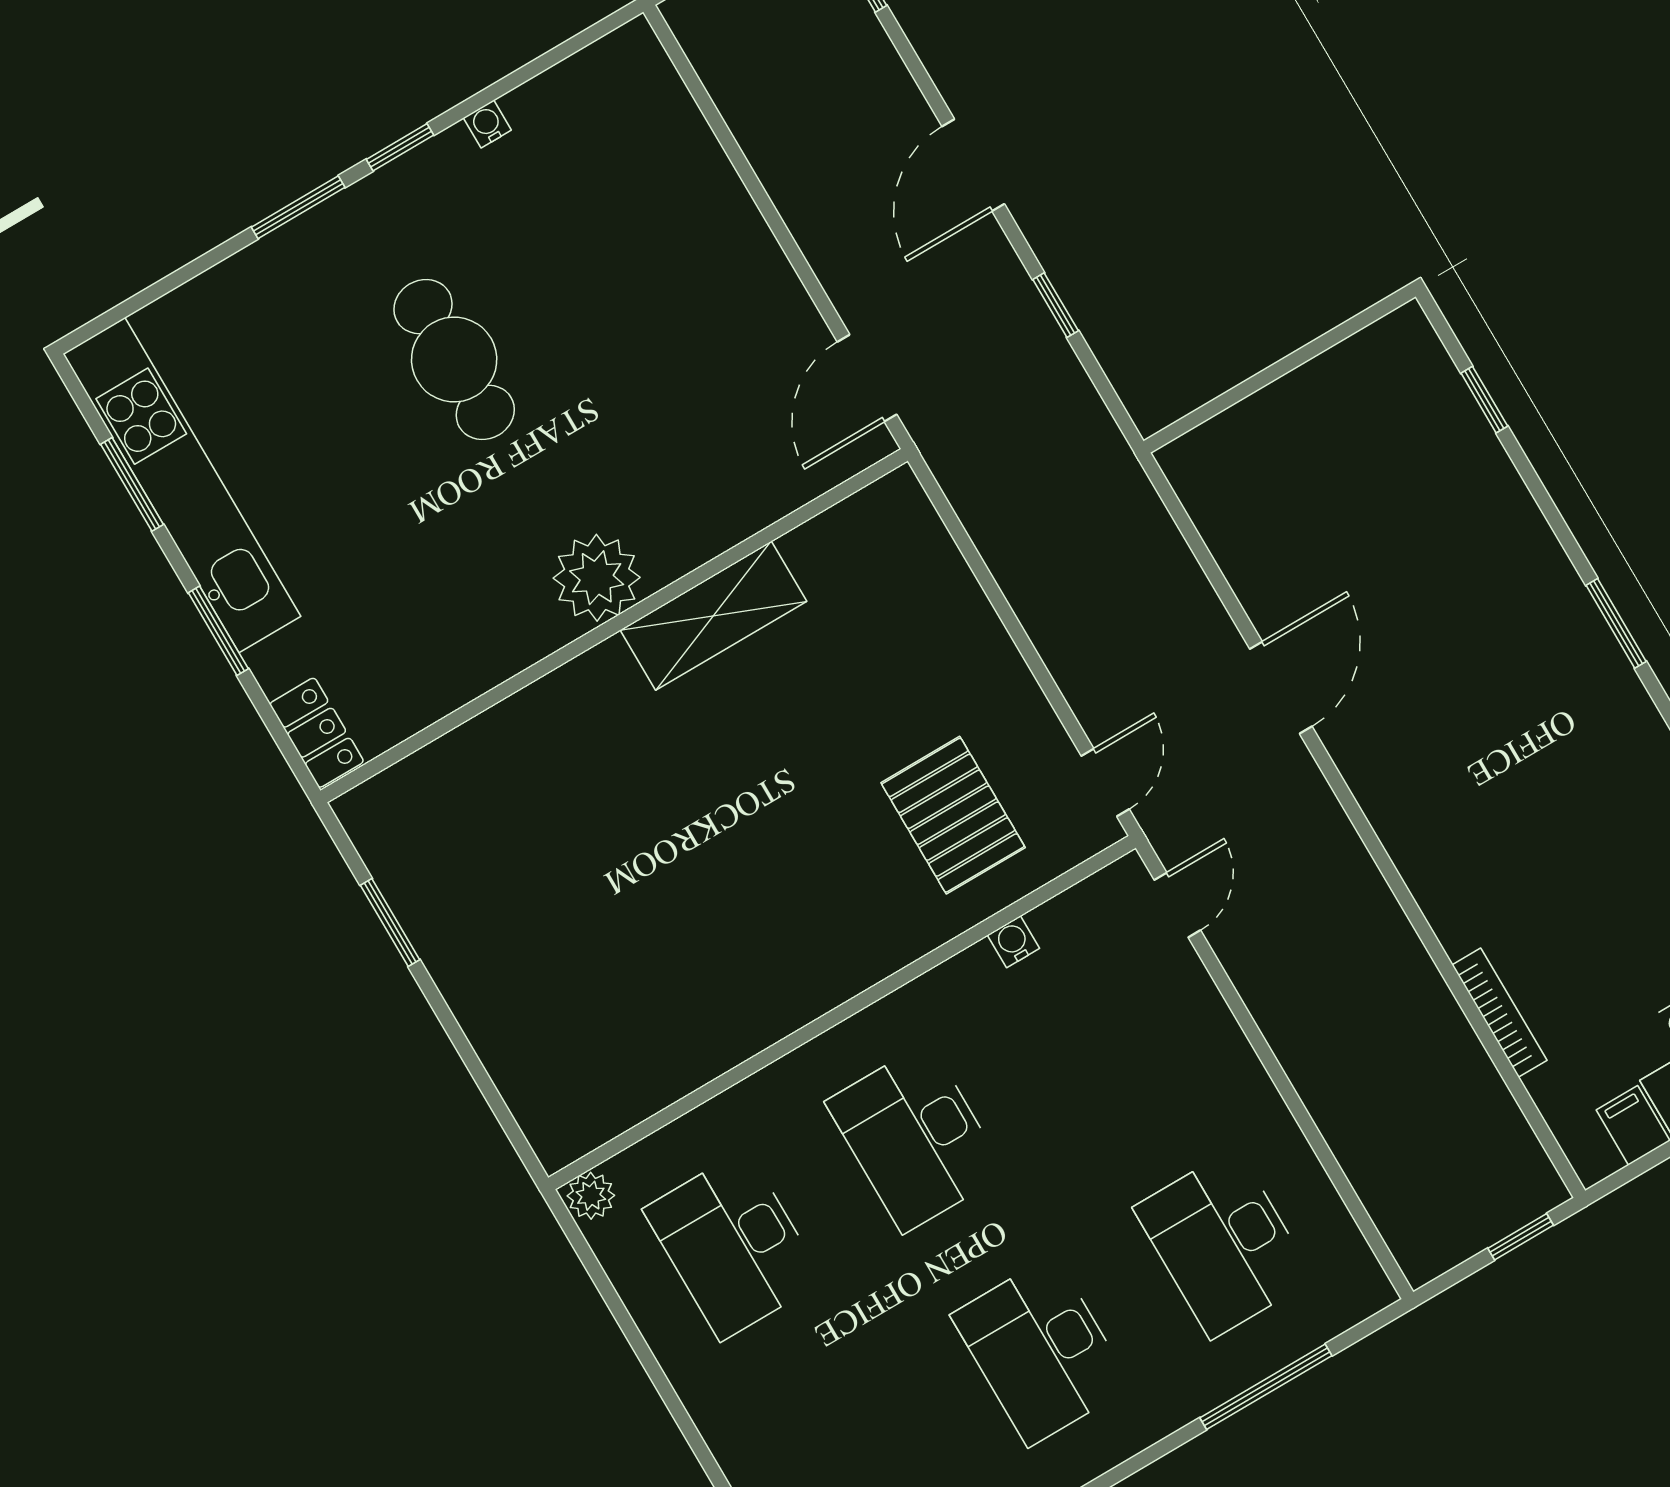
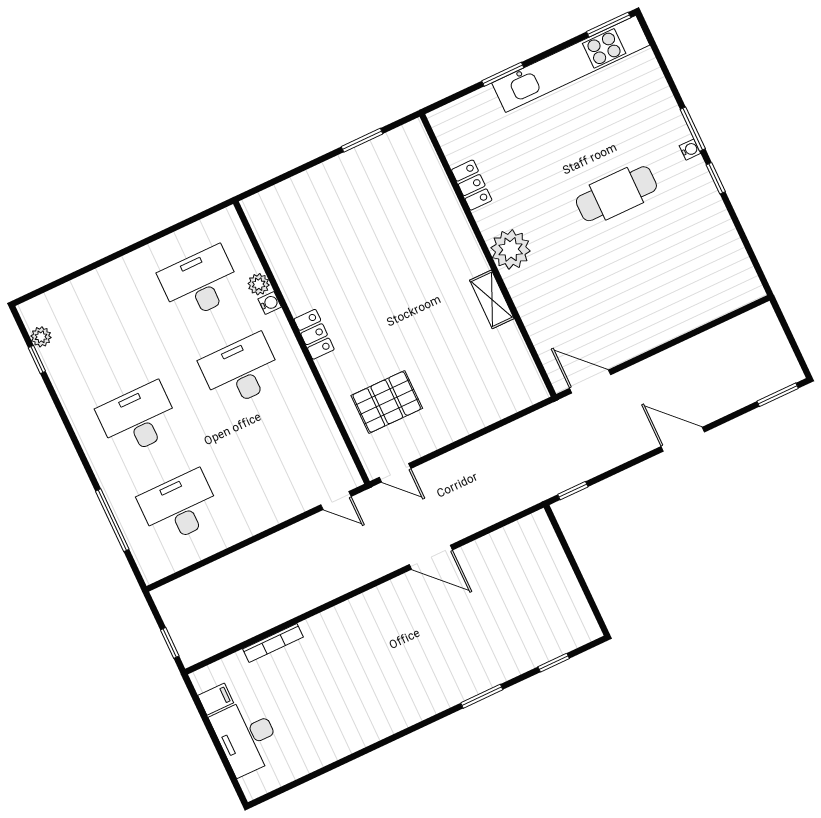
water cooler: (487, 124) -> (690, 150), moved
window: (1056, 305) -> (573, 491), moved
window: (132, 484) -> (609, 25), moved
shelving: (713, 616) -> (492, 299), width x0.67, depth x0.75
window: (1616, 623) -> (482, 696), moved
locker: (317, 733) -> (472, 185), moved, turned -90
water cooler: (1013, 942) -> (270, 303), moved
locker: (821, 987) -> (314, 334), added
plant: (591, 1196) -> (259, 284), moved

